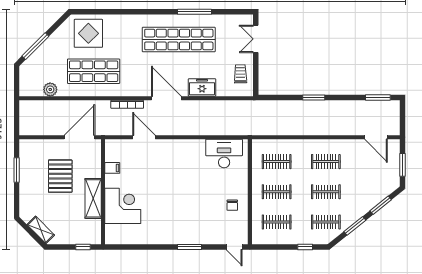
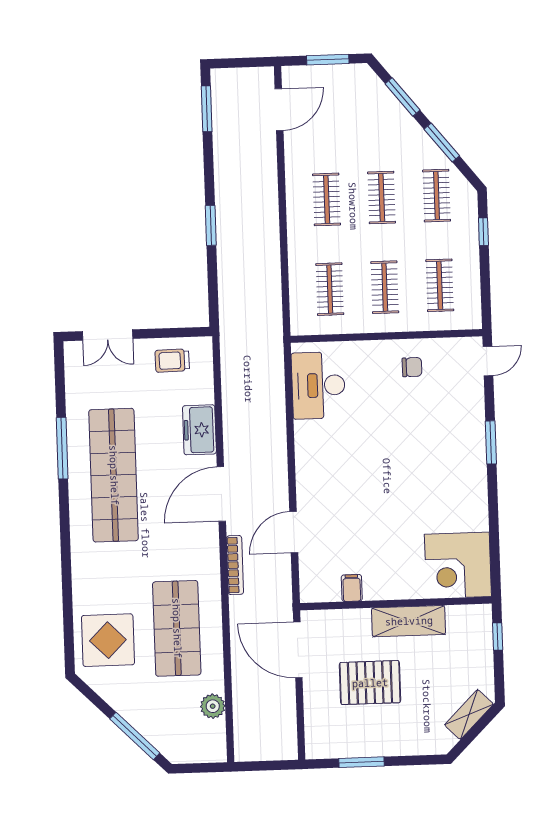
corner desk: (123, 206) -> (458, 565), moved, turned -90

